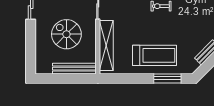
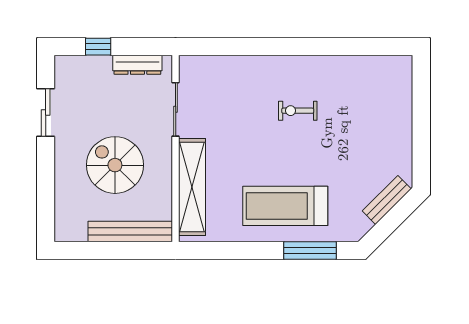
treadmill: (155, 55) -> (285, 206), turned 180

